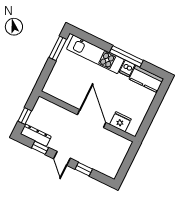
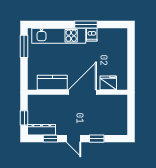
window: (126, 56) -> (86, 25), width x0.69
kitchen counter: (146, 79) -> (52, 82), moved, turned 180
door: (92, 119) -> (82, 92), hinge flipped

